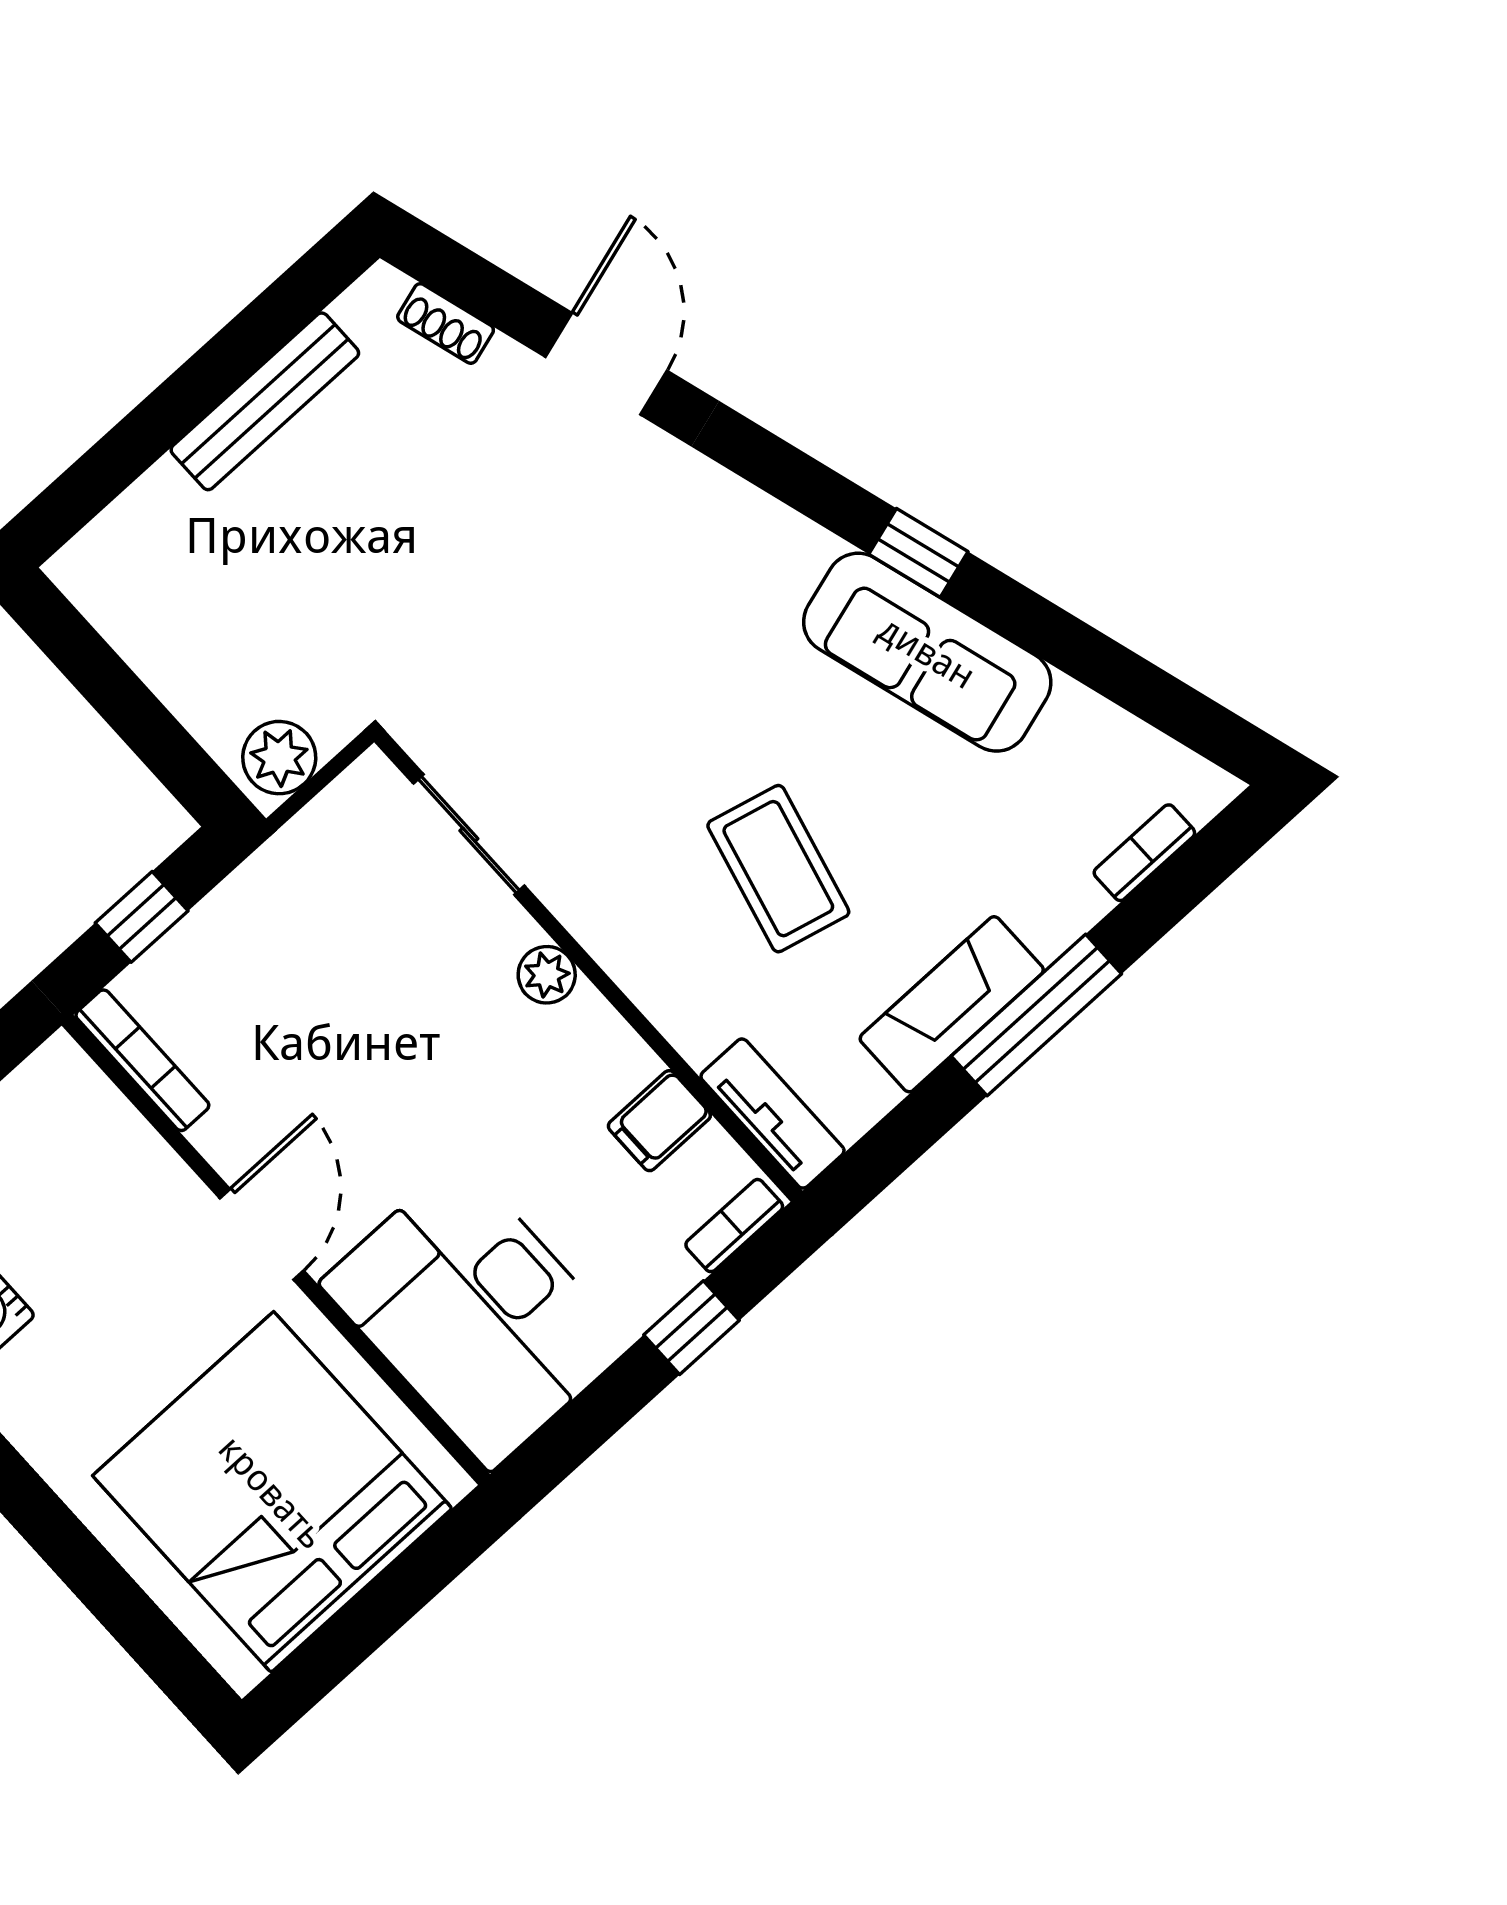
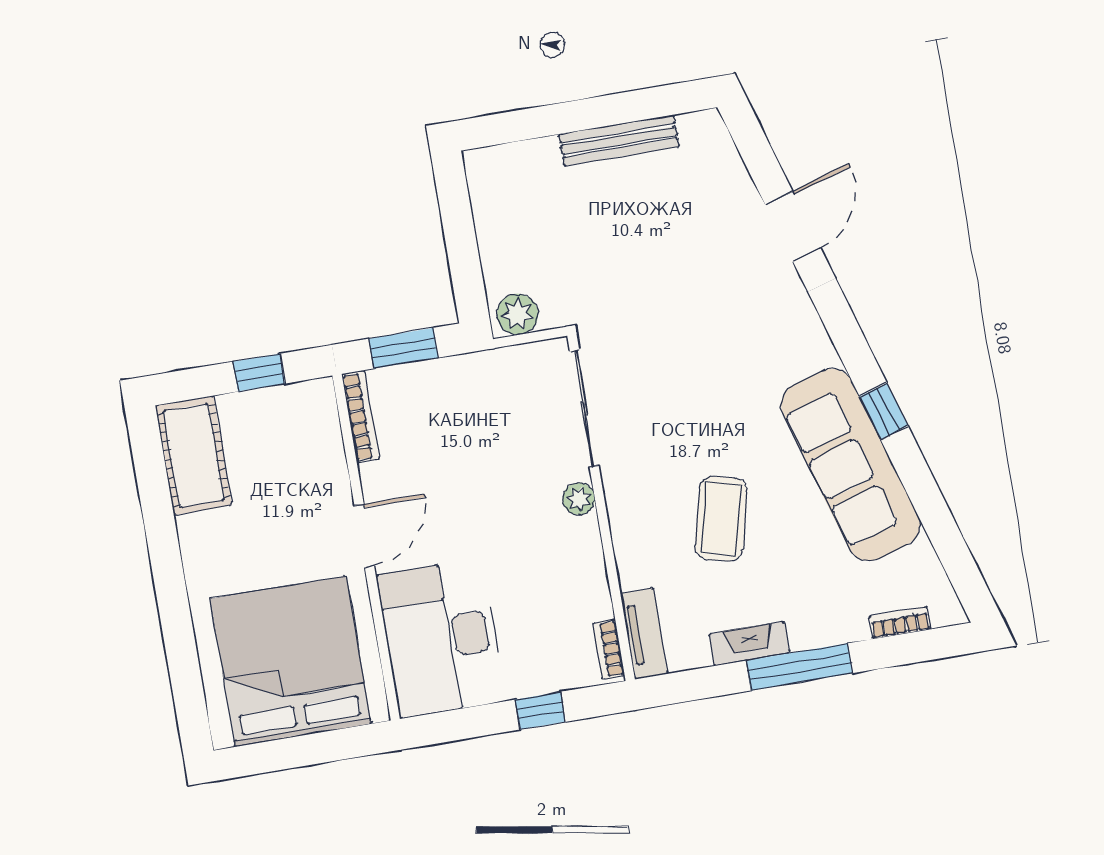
shoe rack: (446, 323) -> (729, 158), removed
sofa: (927, 652) -> (850, 465), width x1.36, depth x1.27
sliding door: (469, 835) -> (584, 409), width x1.37
window: (142, 917) -> (404, 348), width x1.50
fireplace: (952, 1004) -> (749, 643), width x0.73, depth x0.76
filing cabinet: (659, 1121) -> (588, 602), removed
bookcase: (734, 1226) -> (609, 649), moved, turned -90

